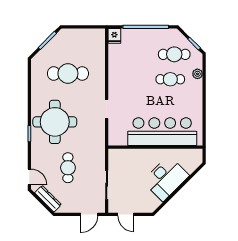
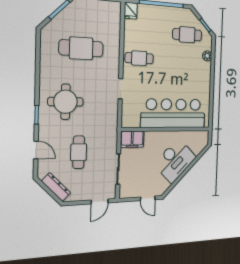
cafe table: (170, 79) -> (139, 58), moved
round table: (55, 122) -> (66, 102), width x0.73, depth x0.73
filing cabinet: (120, 157) -> (132, 139), added
door: (29, 177) -> (36, 150), moved
door: (126, 214) -> (148, 198), moved

